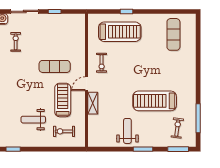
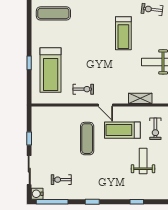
treadmill: (120, 32) -> (51, 70), turned 180
treadmill: (155, 101) -> (123, 33), width x0.73, depth x0.73
shelving: (93, 103) -> (140, 98), moved
weight bench: (33, 120) -> (143, 161), turned 180

